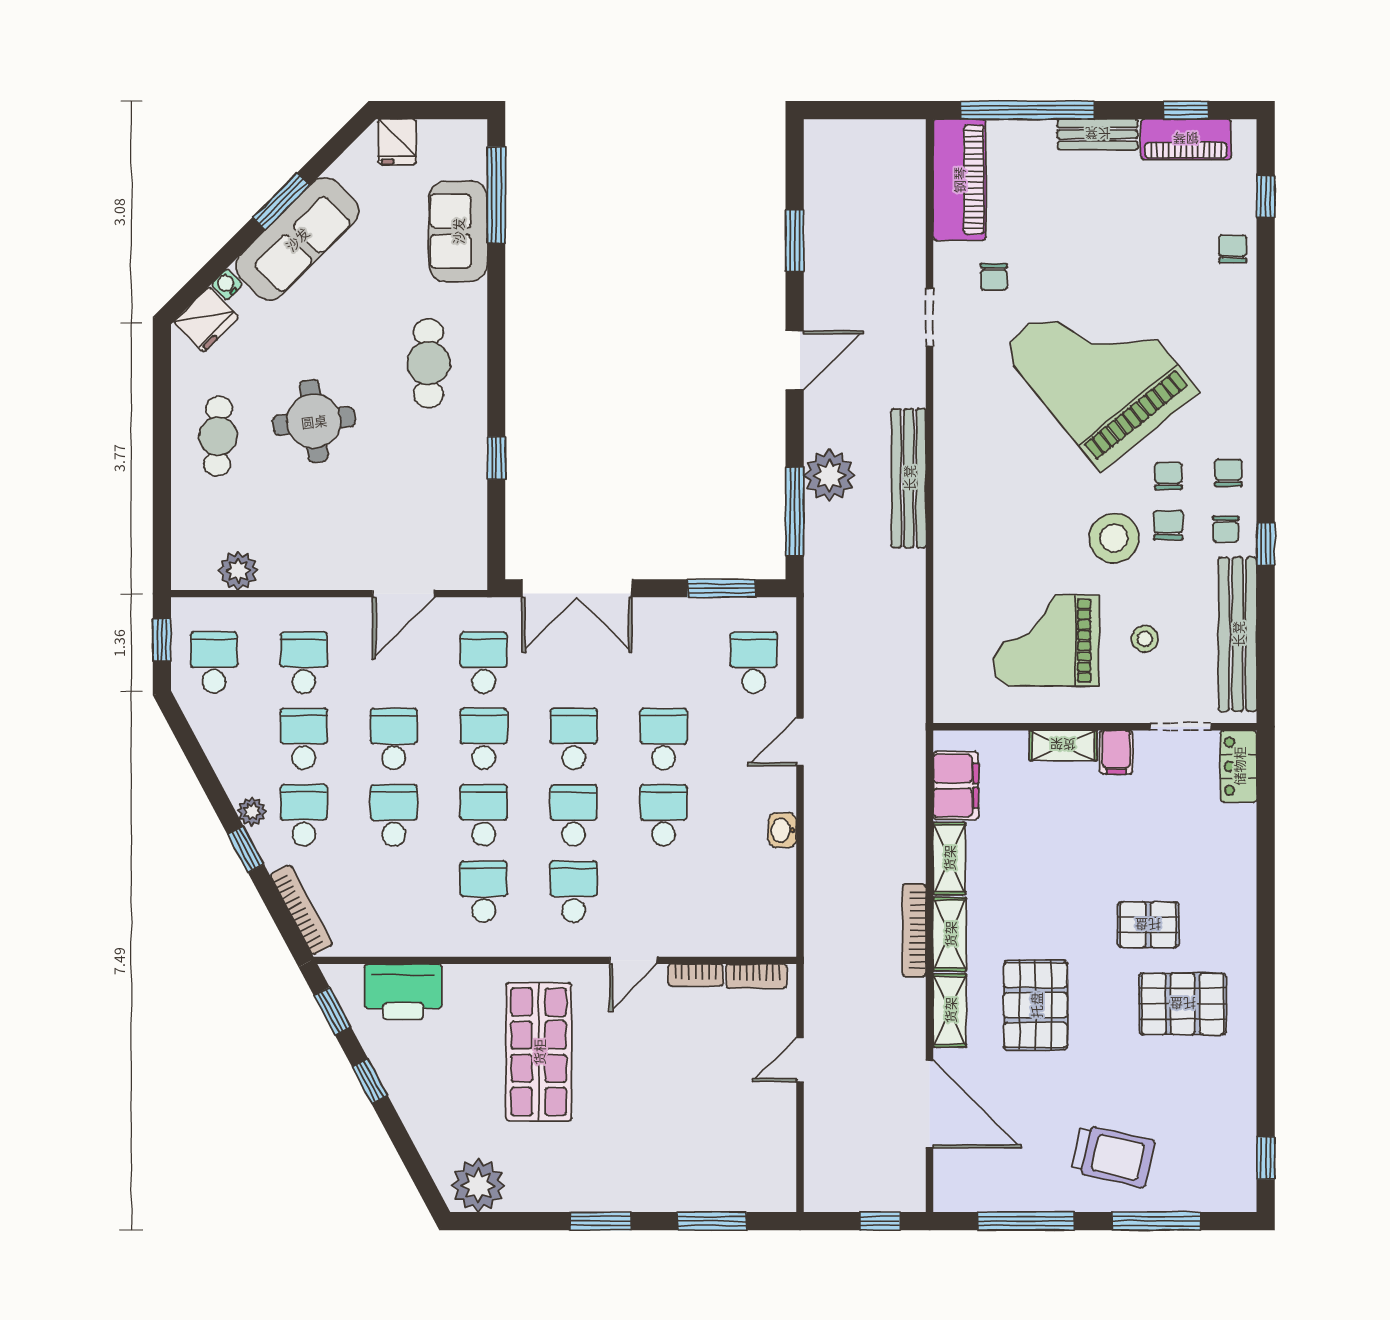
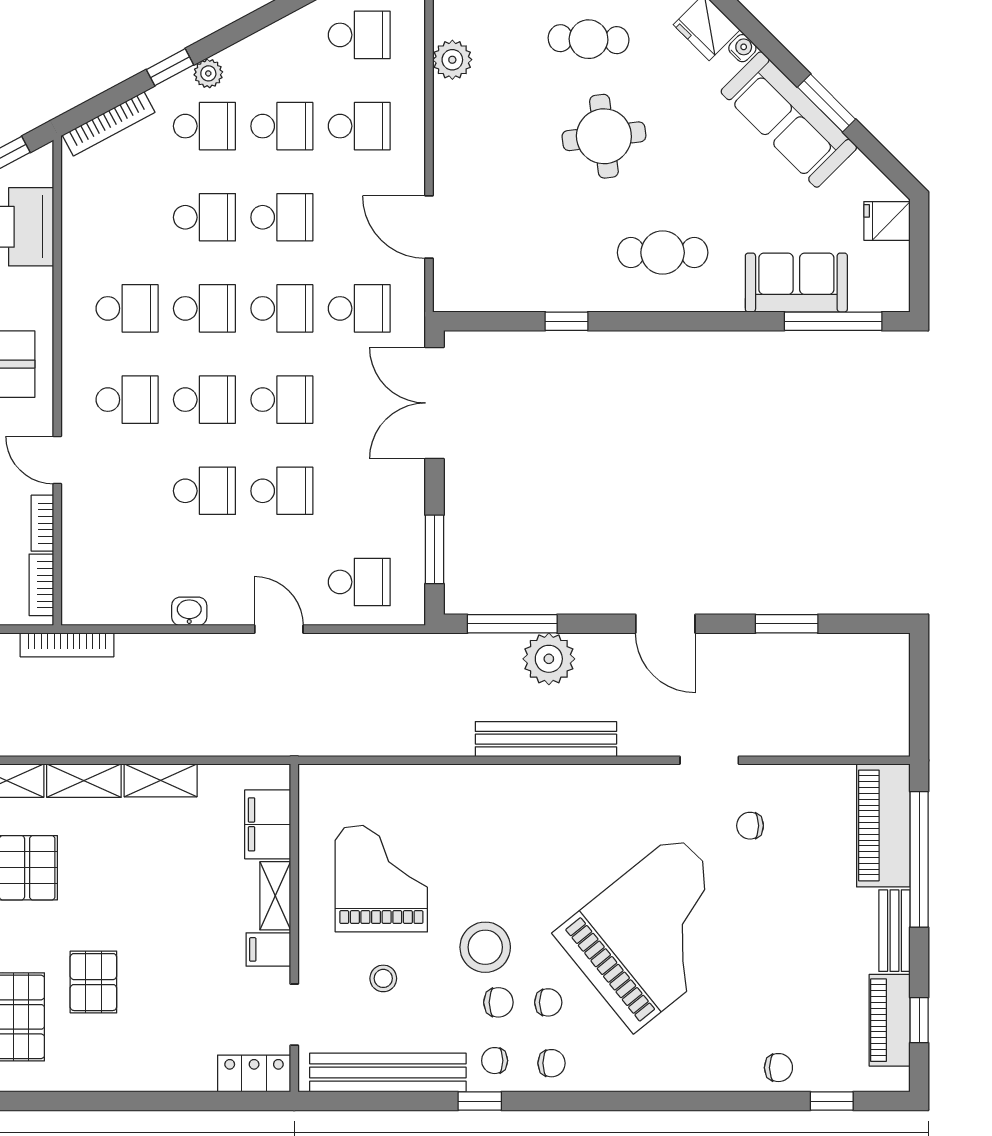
piano: (959, 180) -> (883, 825), moved, turned 90
filing cabinet: (956, 786) -> (268, 824), moved, turned 90
bookcase: (914, 930) -> (67, 645), moved, turned 180

